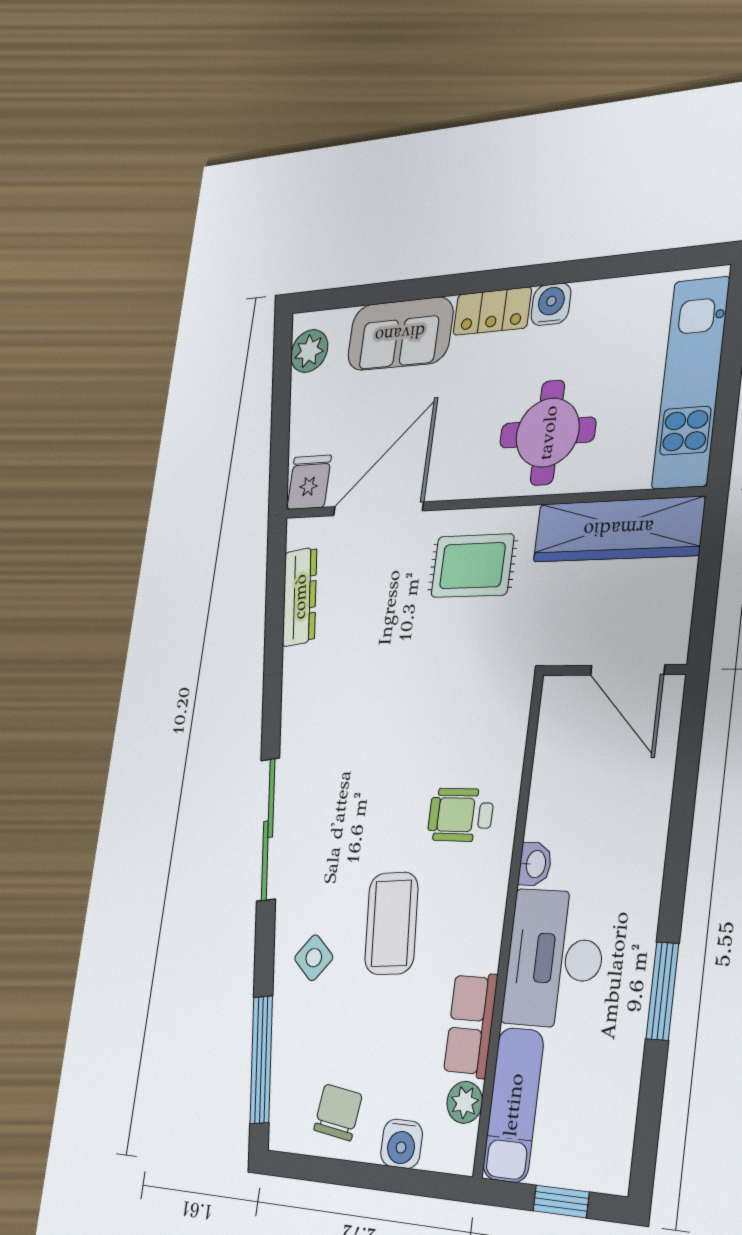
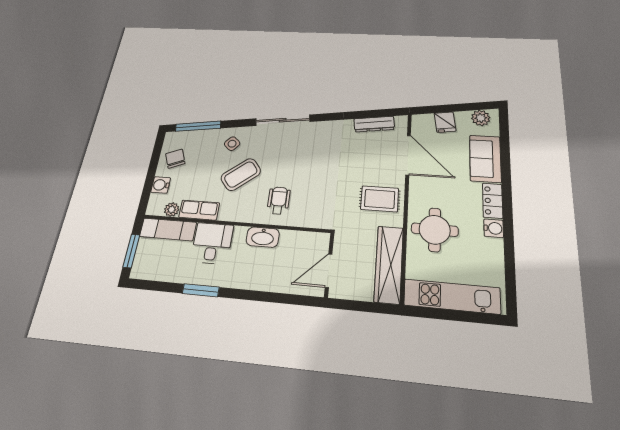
fridge: (309, 482) -> (445, 122), moved, turned 82
rug: (472, 566) -> (380, 199), turned 90
washbasin: (535, 864) -> (263, 237), width x1.91, depth x1.45
coffee table: (391, 923) -> (241, 174), turned -34
desk: (554, 959) -> (212, 243), width x0.73
chair: (338, 1112) -> (175, 159), turned -120
window: (561, 1201) -> (131, 251), width x1.50

